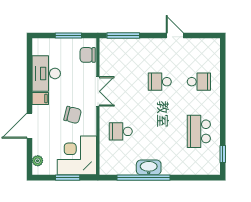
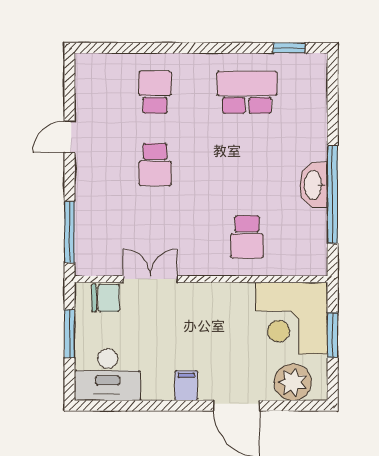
chair: (88, 55) -> (106, 298), turned -90
desk: (46, 73) -> (108, 375), moved
double door: (98, 91) -> (150, 279), moved
chair: (73, 115) -> (217, 326), removed
school desk: (199, 131) -> (247, 92), turned 180
plant: (38, 161) -> (293, 382), width x1.87, depth x1.87

